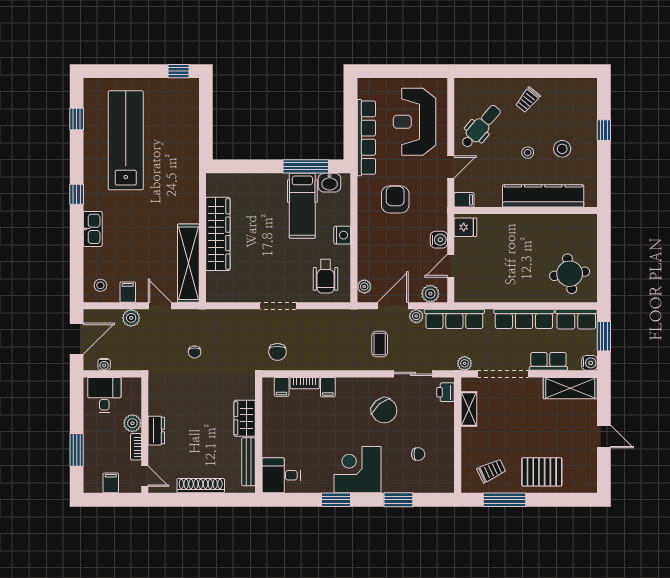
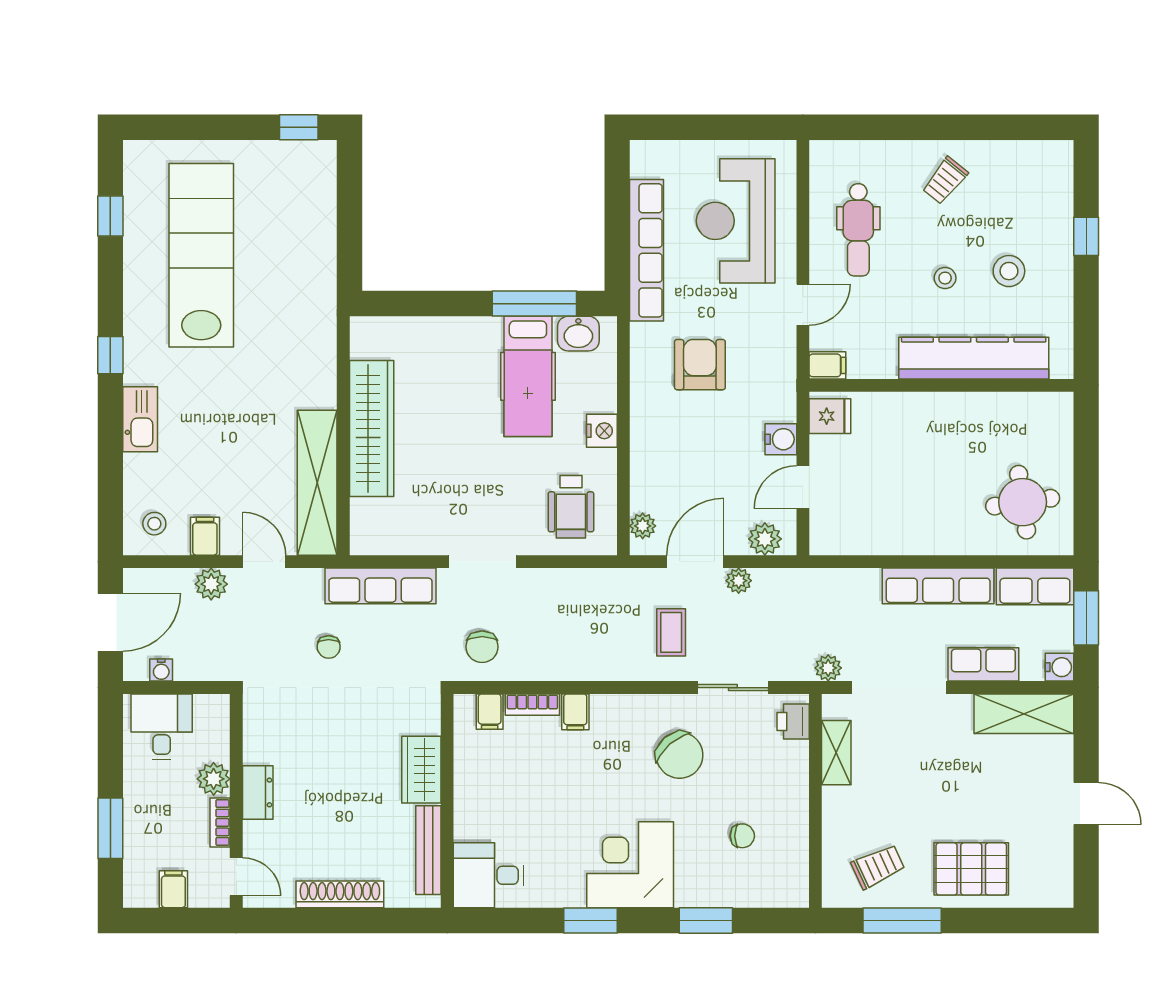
dental chair: (481, 127) -> (858, 230), turned 139
row of seats: (454, 319) -> (380, 586), moved

